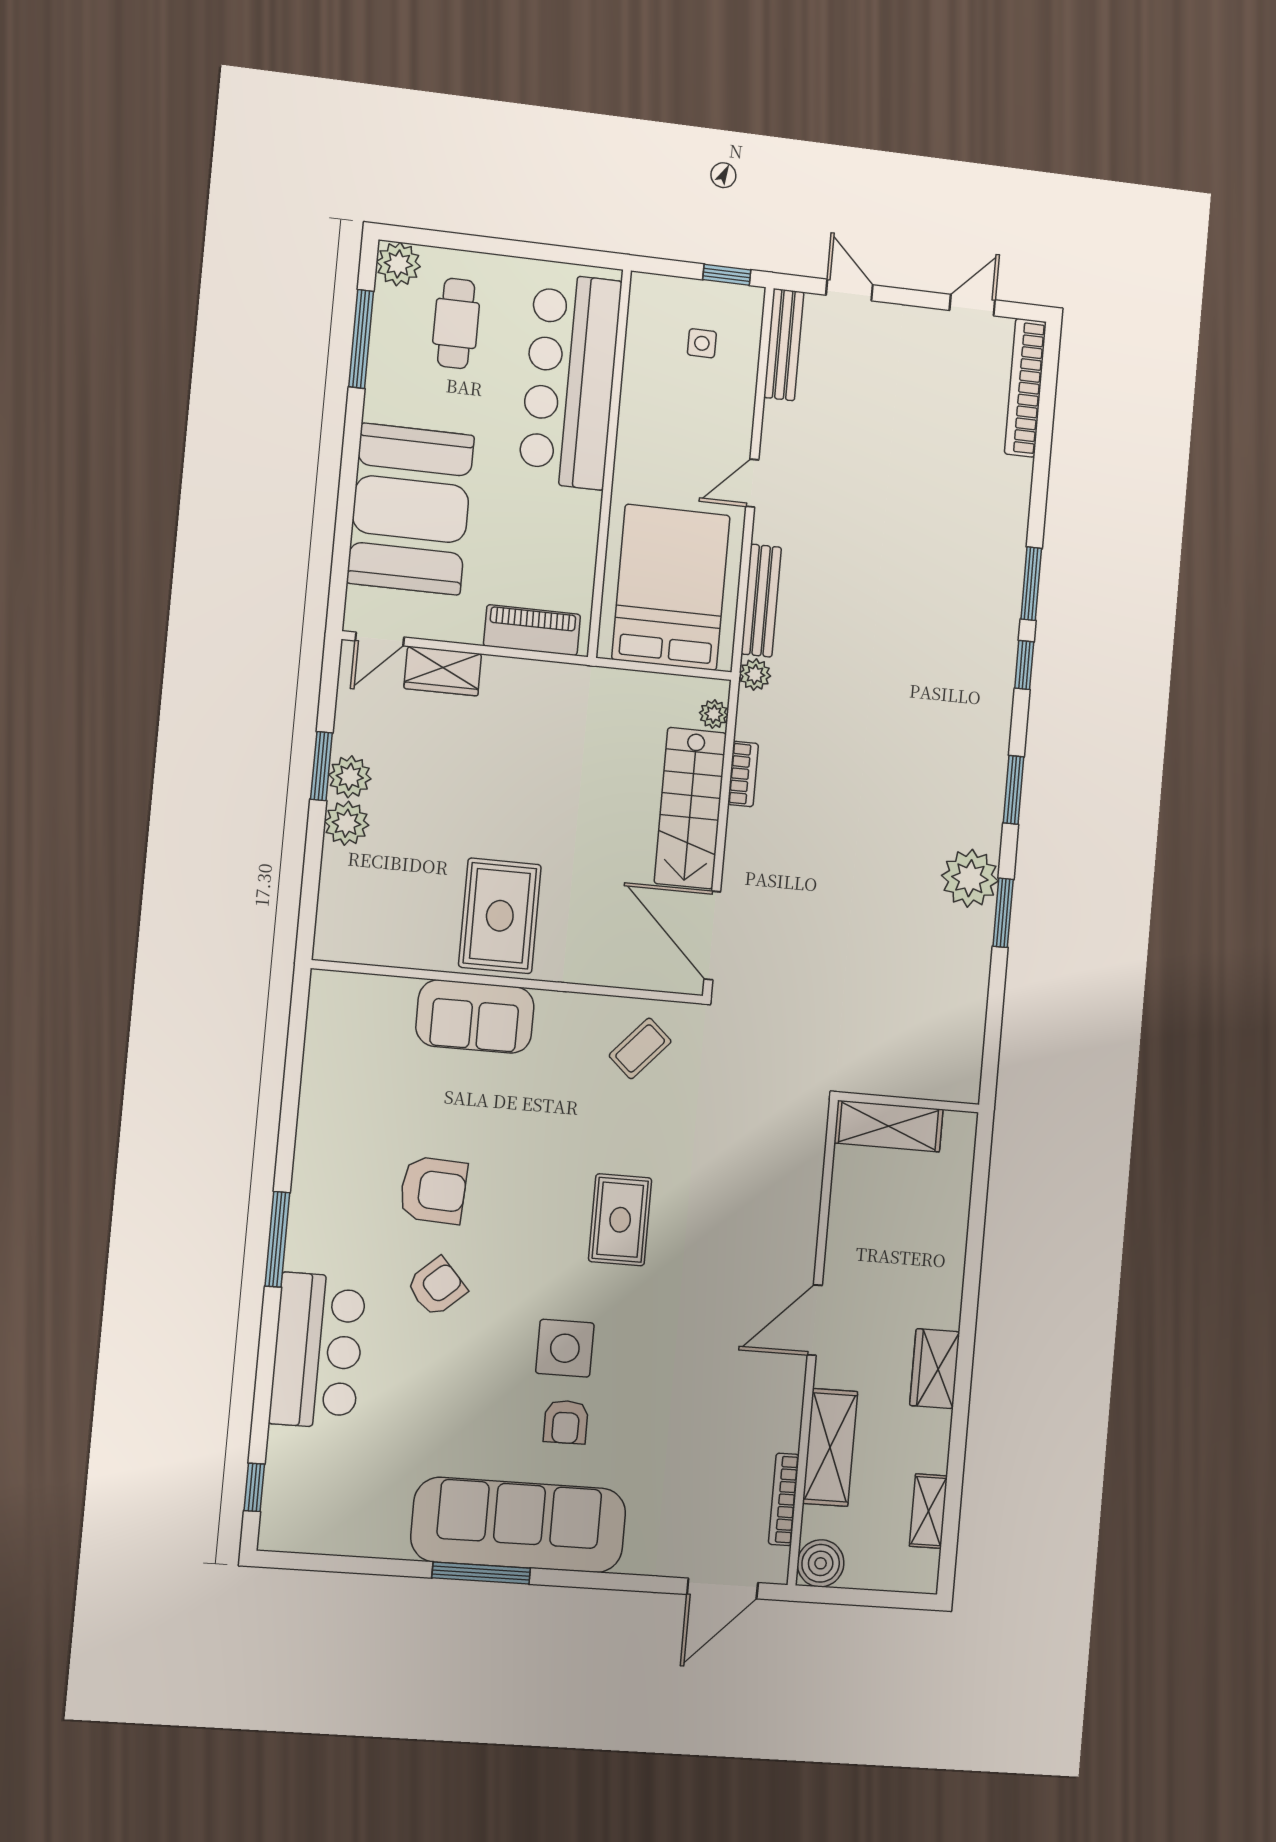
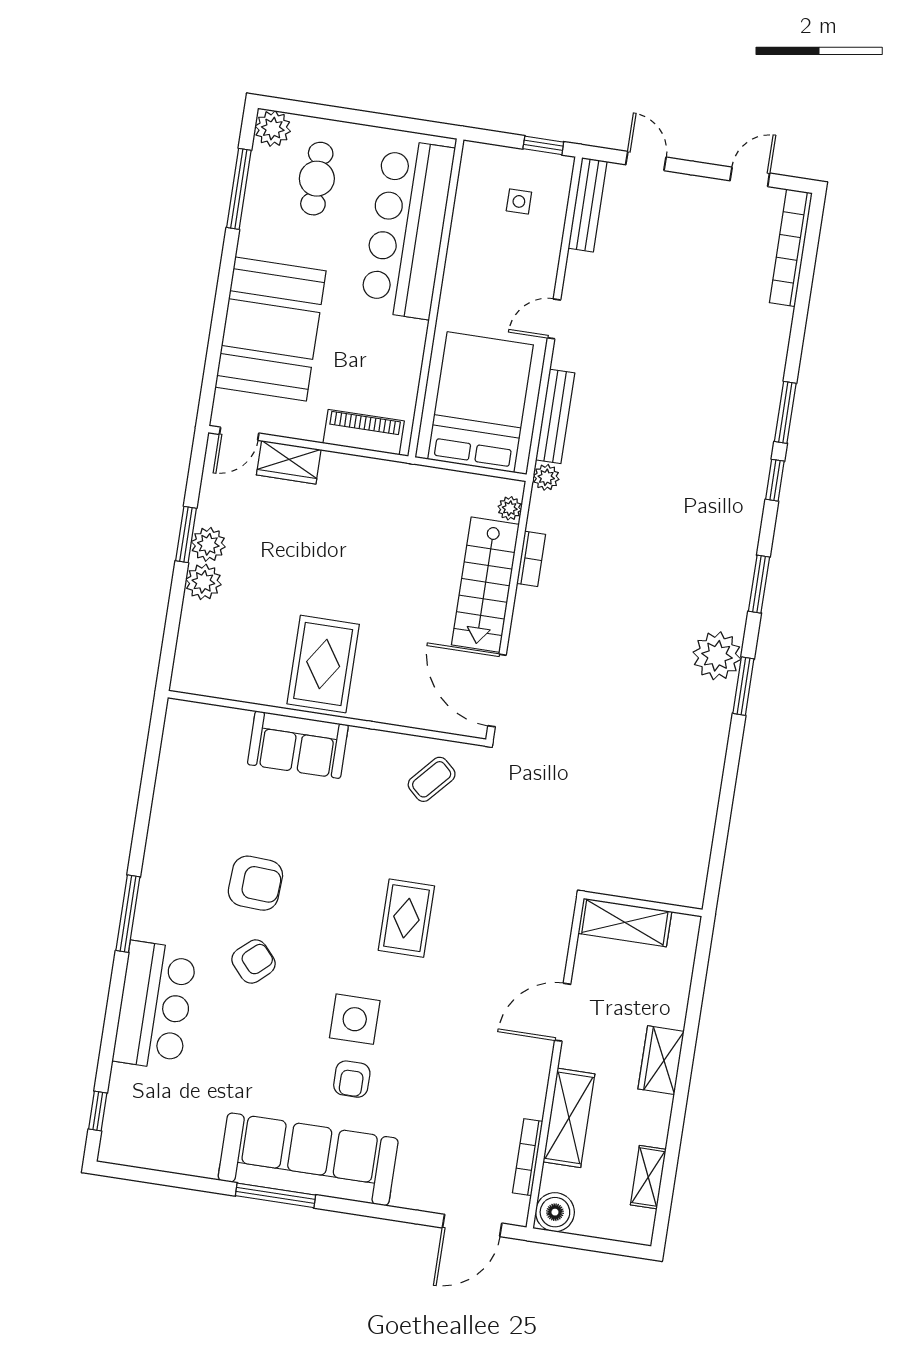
wall: (909, 1102) -> (643, 904), moved
shelving: (889, 1126) -> (625, 922), moved

